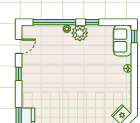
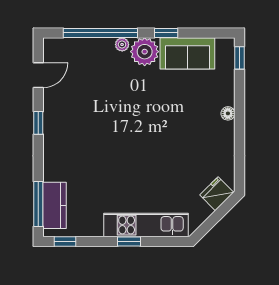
sofa: (123, 40) -> (187, 53), moved, turned -90

